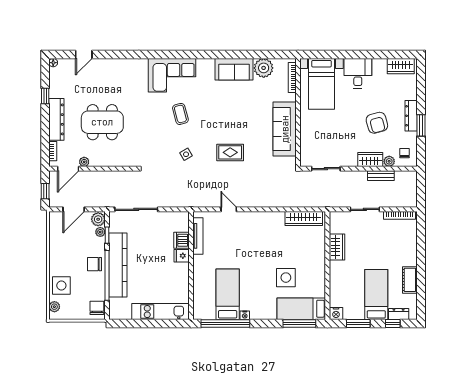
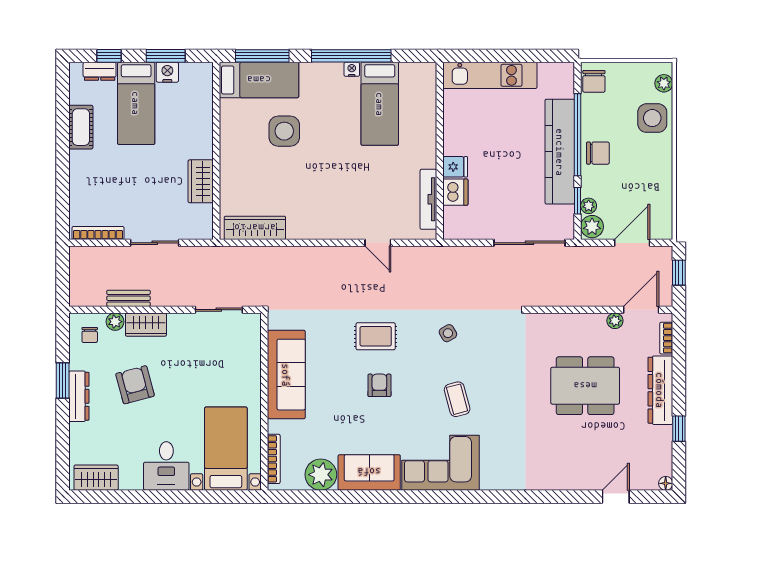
corner sofa: (172, 75) -> (441, 463), moved
armchair: (228, 122) -> (379, 385), added
nightstand: (336, 313) -> (167, 72), moved
window: (225, 323) -> (351, 56), moved

